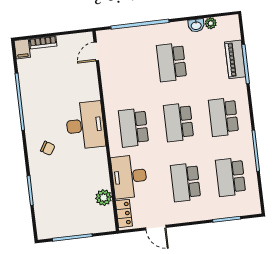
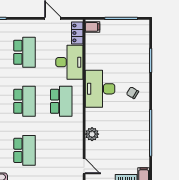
door: (96, 51) -> (84, 166), hinge flipped
desk: (85, 125) -> (100, 89), moved
plant: (104, 198) -> (92, 134), moved
filing cabinet: (106, 223) -> (92, 27), added

